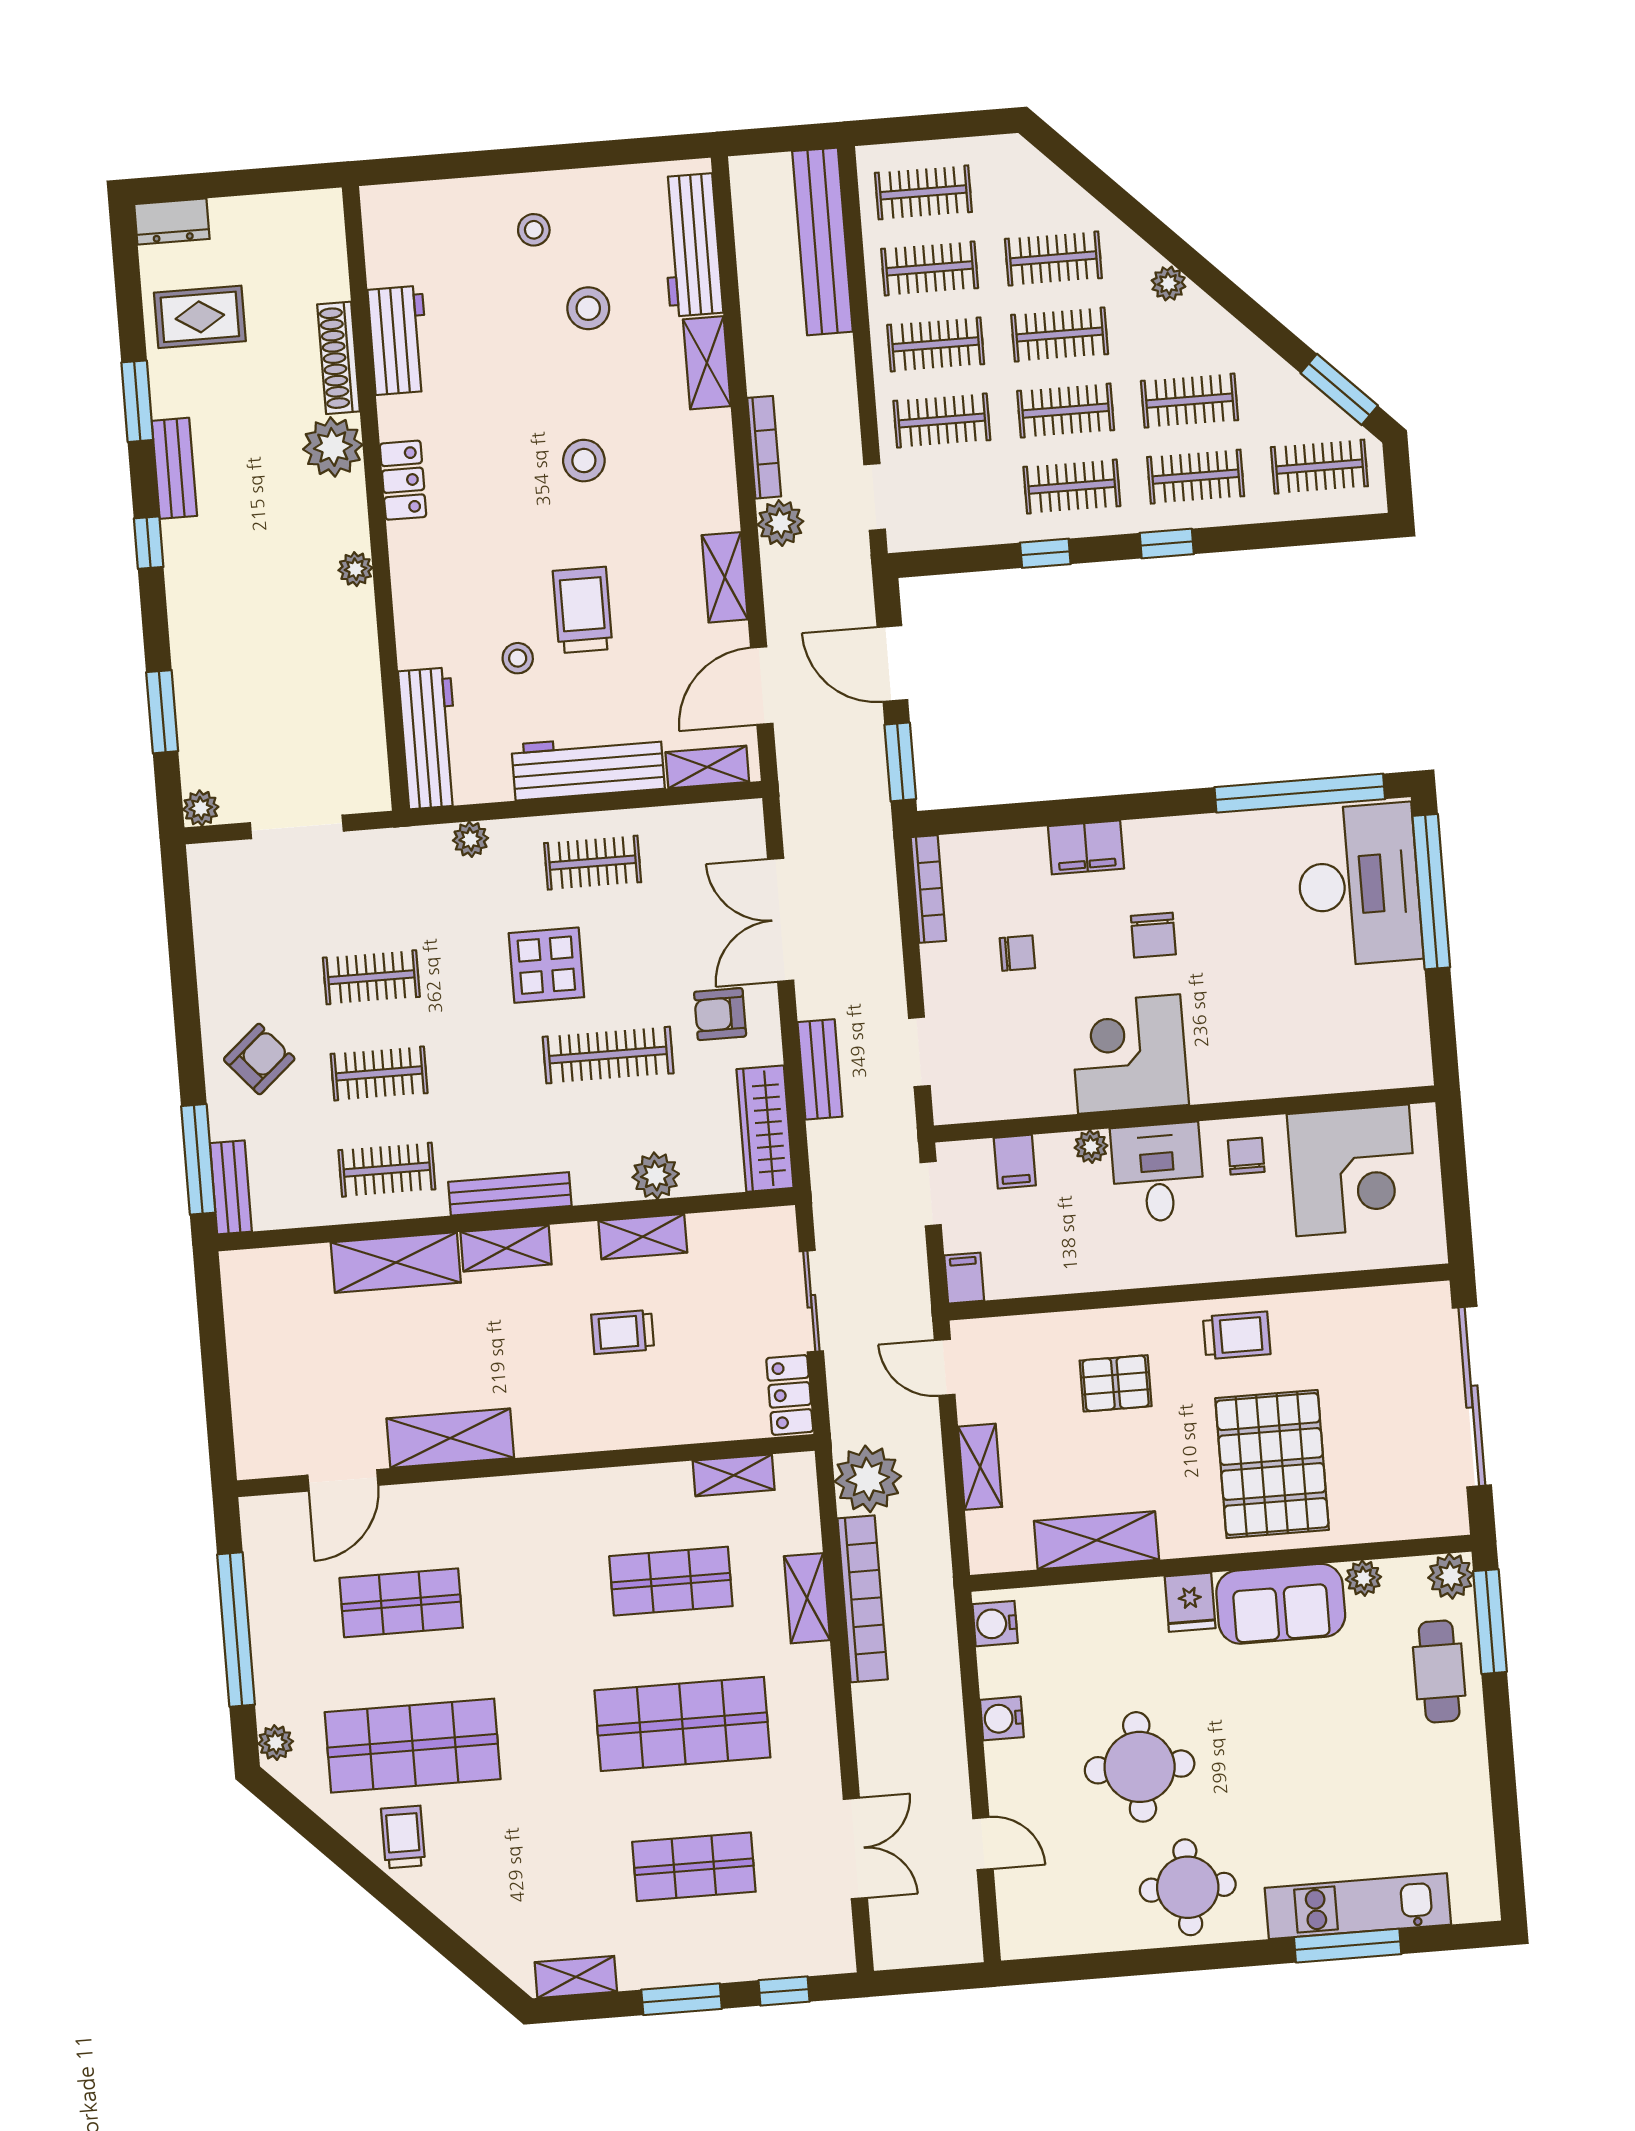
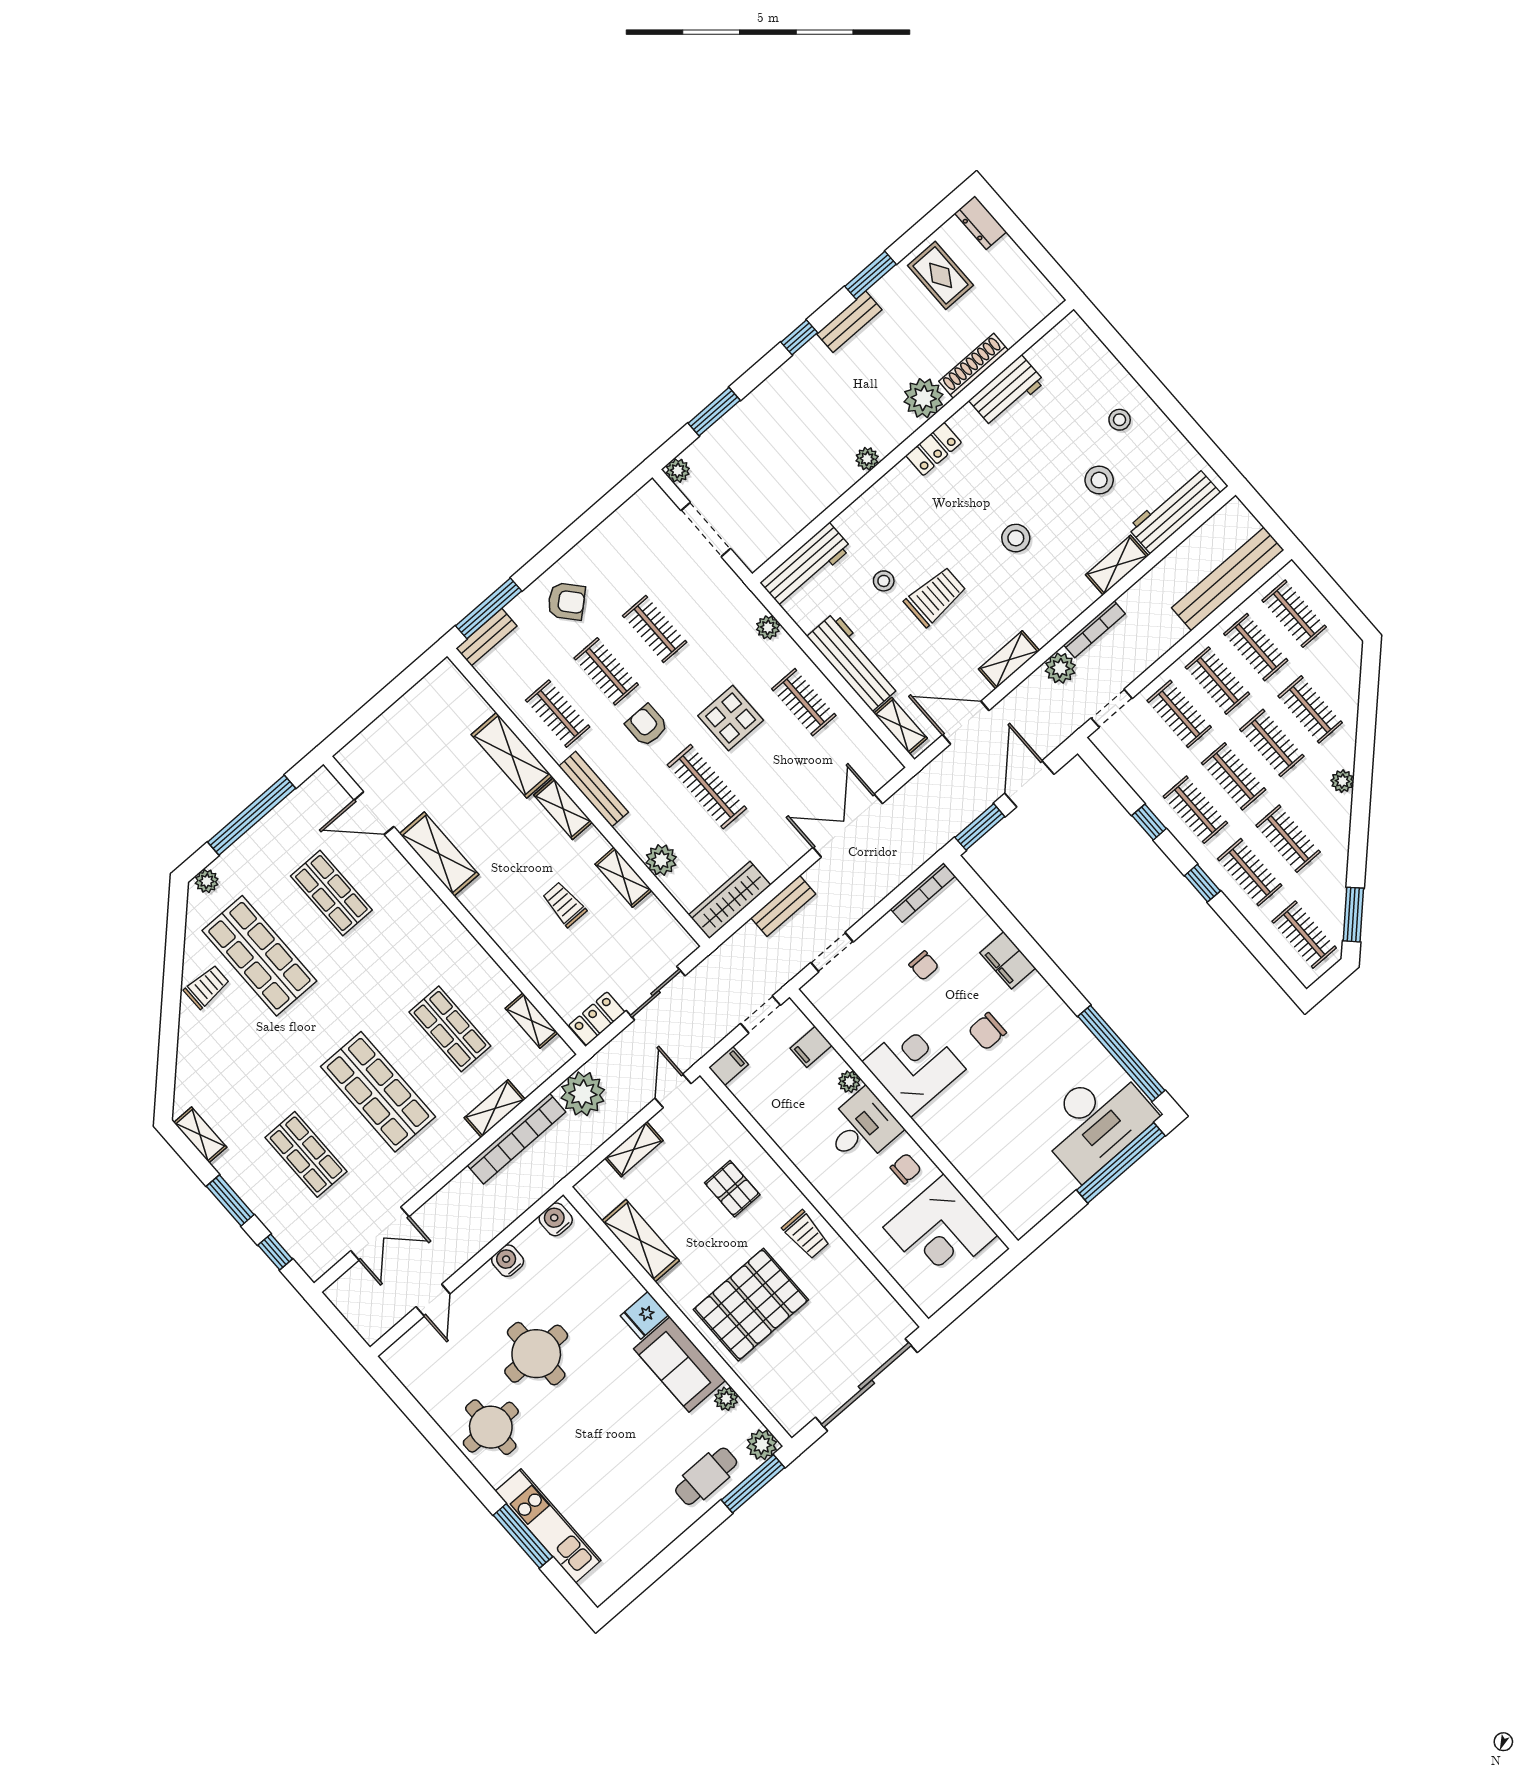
armchair: (720, 1014) -> (647, 725), moved

